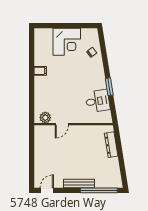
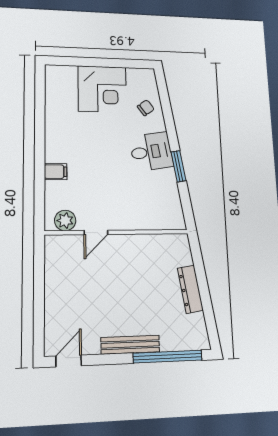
filing cabinet: (40, 71) -> (56, 172), moved
desk: (98, 101) -> (151, 152), moved
dresser: (111, 145) -> (190, 289), moved

